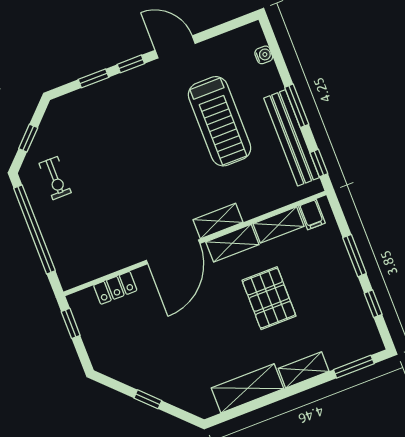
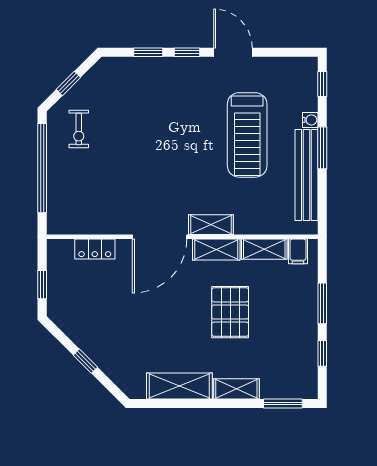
water cooler: (264, 55) -> (310, 120), moved
window: (319, 163) -> (322, 84), moved
window: (71, 323) -> (42, 285), moved

